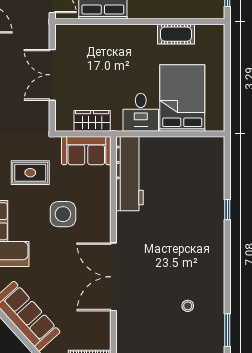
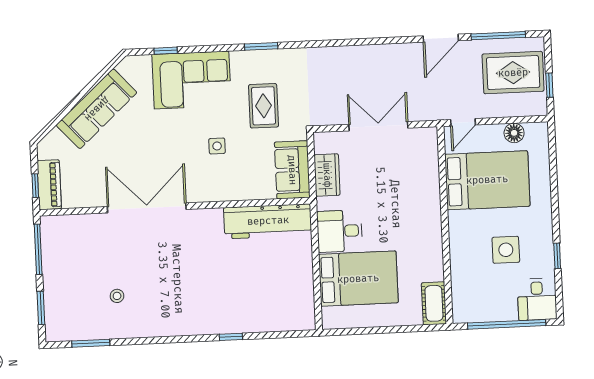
cot: (176, 34) -> (434, 303), moved
side table: (63, 214) -> (217, 146), width x0.54, depth x0.54

